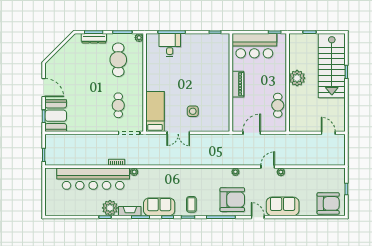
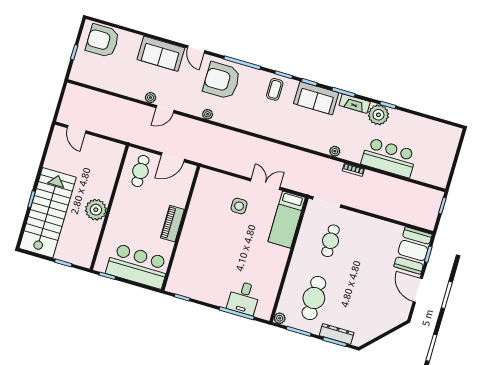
cafe table: (278, 105) -> (140, 171), moved
bar counter: (93, 179) -> (389, 158), width x0.54

